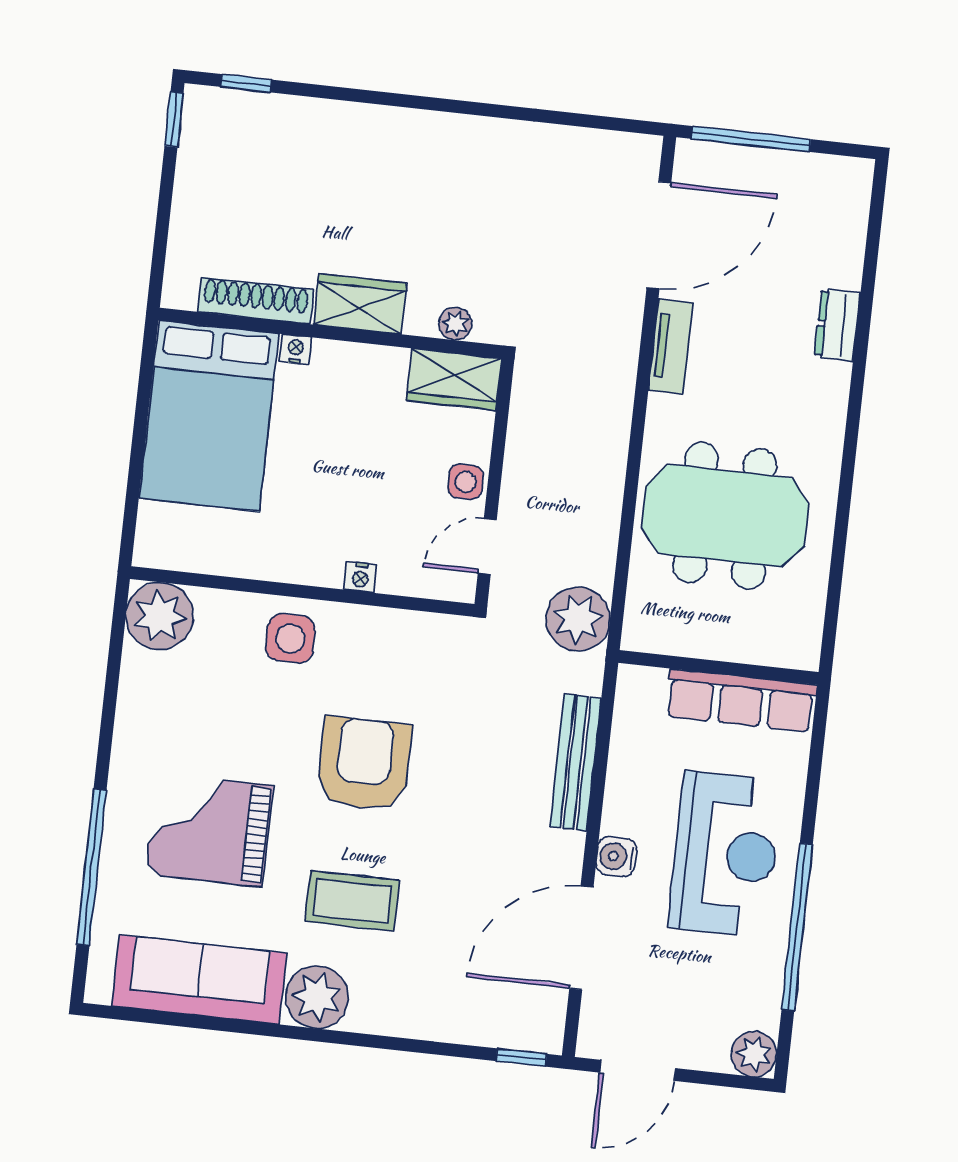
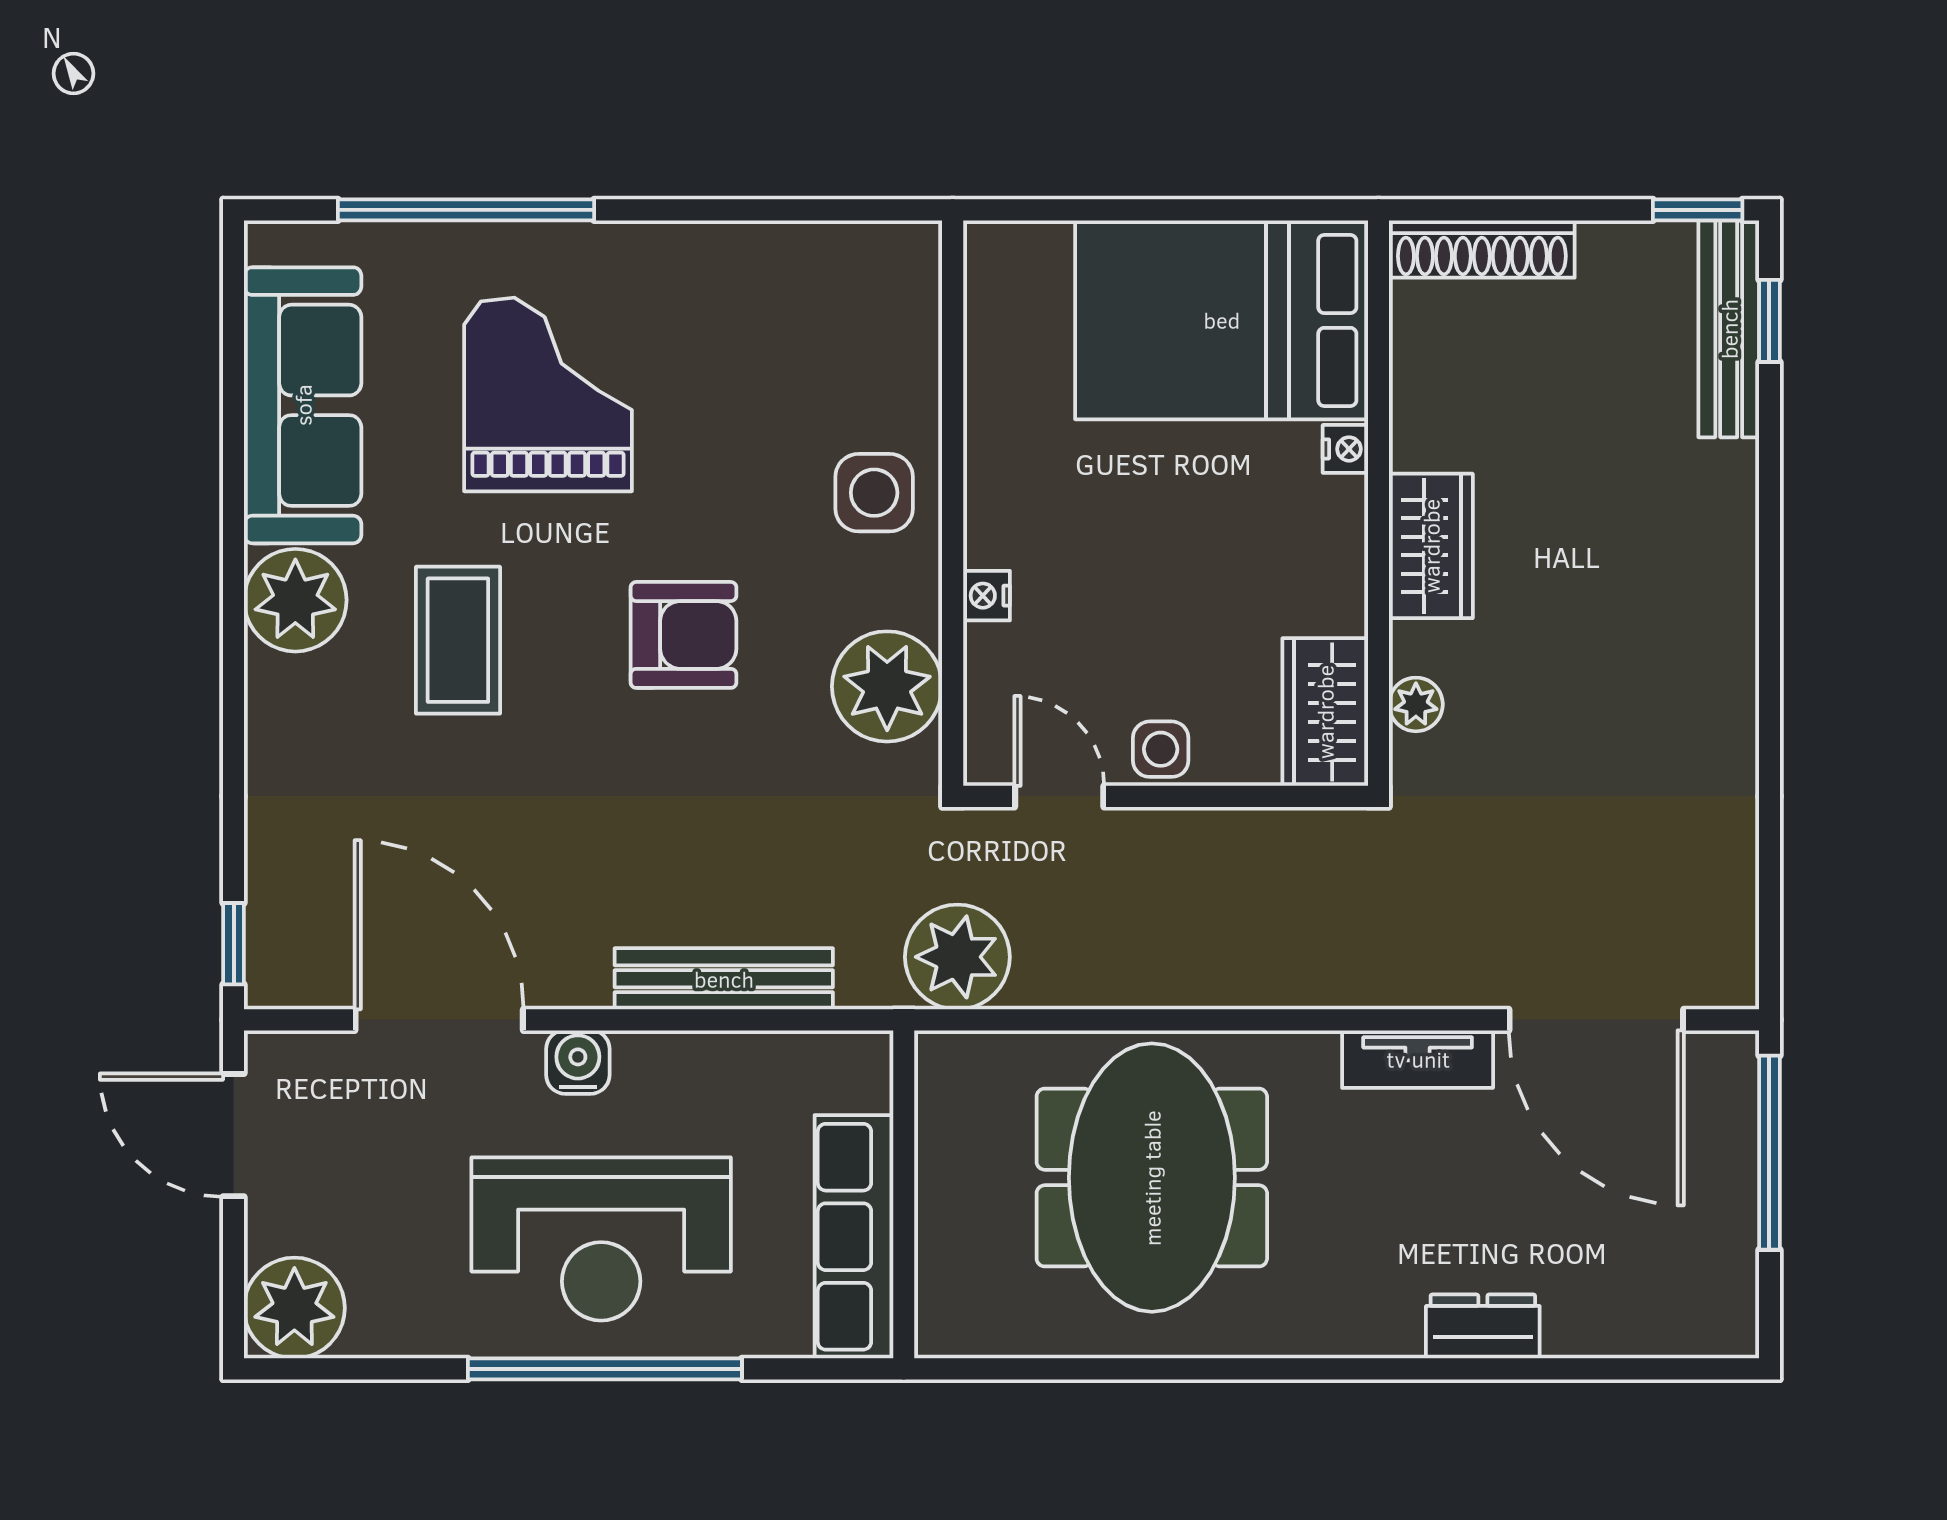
bench: (248, 109) -> (1729, 329), added
shoe rack: (256, 301) -> (1482, 249), moved, turned 90
plant: (160, 616) -> (887, 686), moved
armchair: (364, 764) -> (683, 635), width x0.73, depth x0.73
window: (797, 927) -> (605, 1369), moved
plant: (754, 1054) -> (294, 1308), width x1.36, depth x1.36

